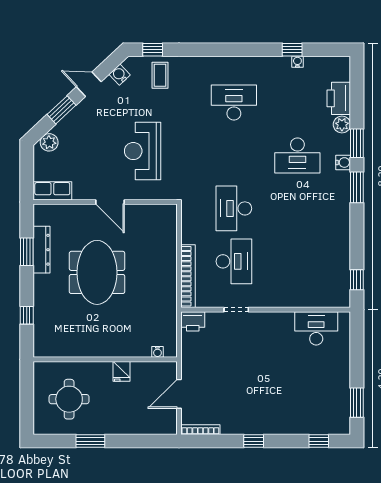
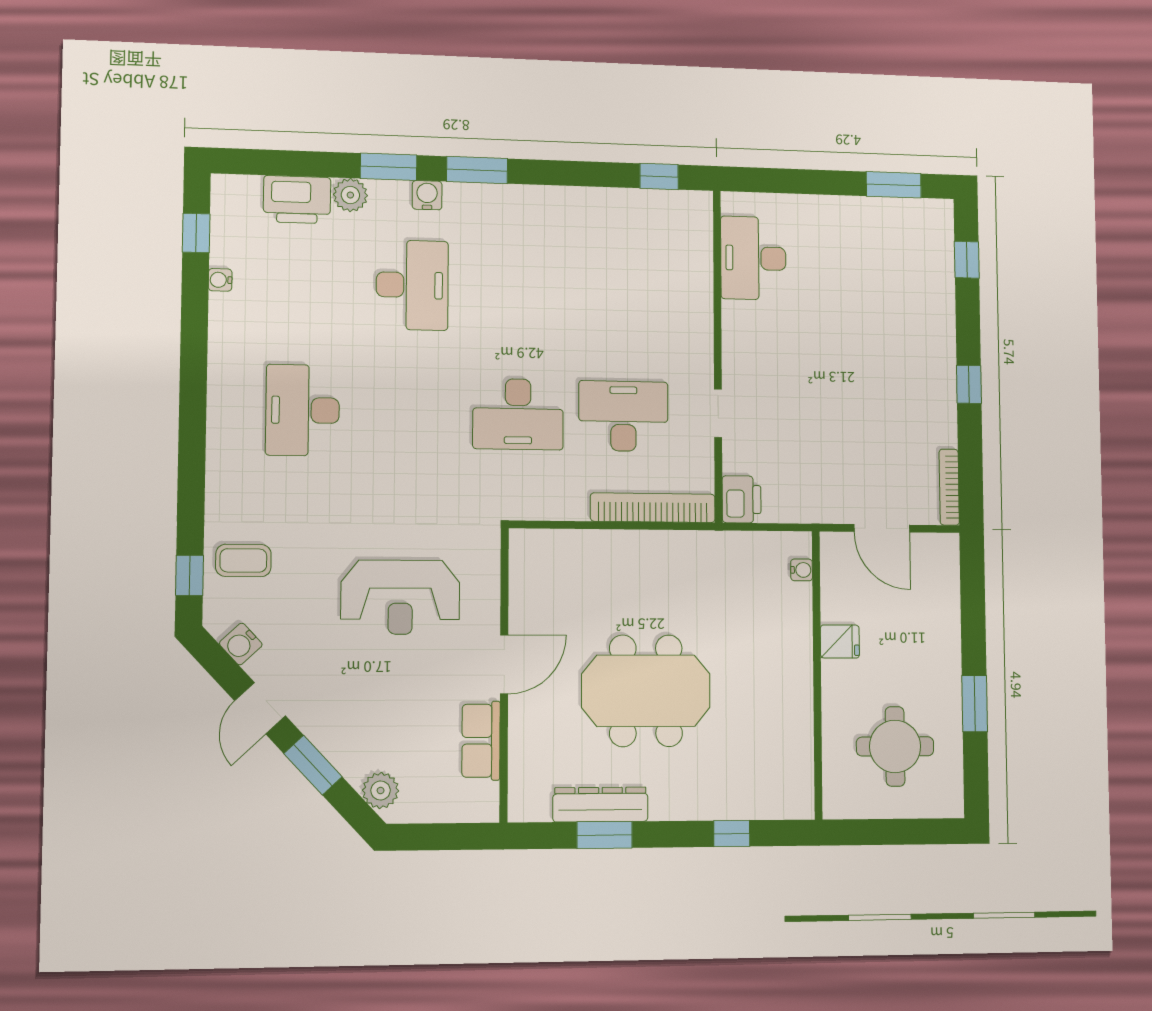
window: (292, 50) -> (196, 233), moved
row of seats: (52, 191) -> (481, 741), moved

